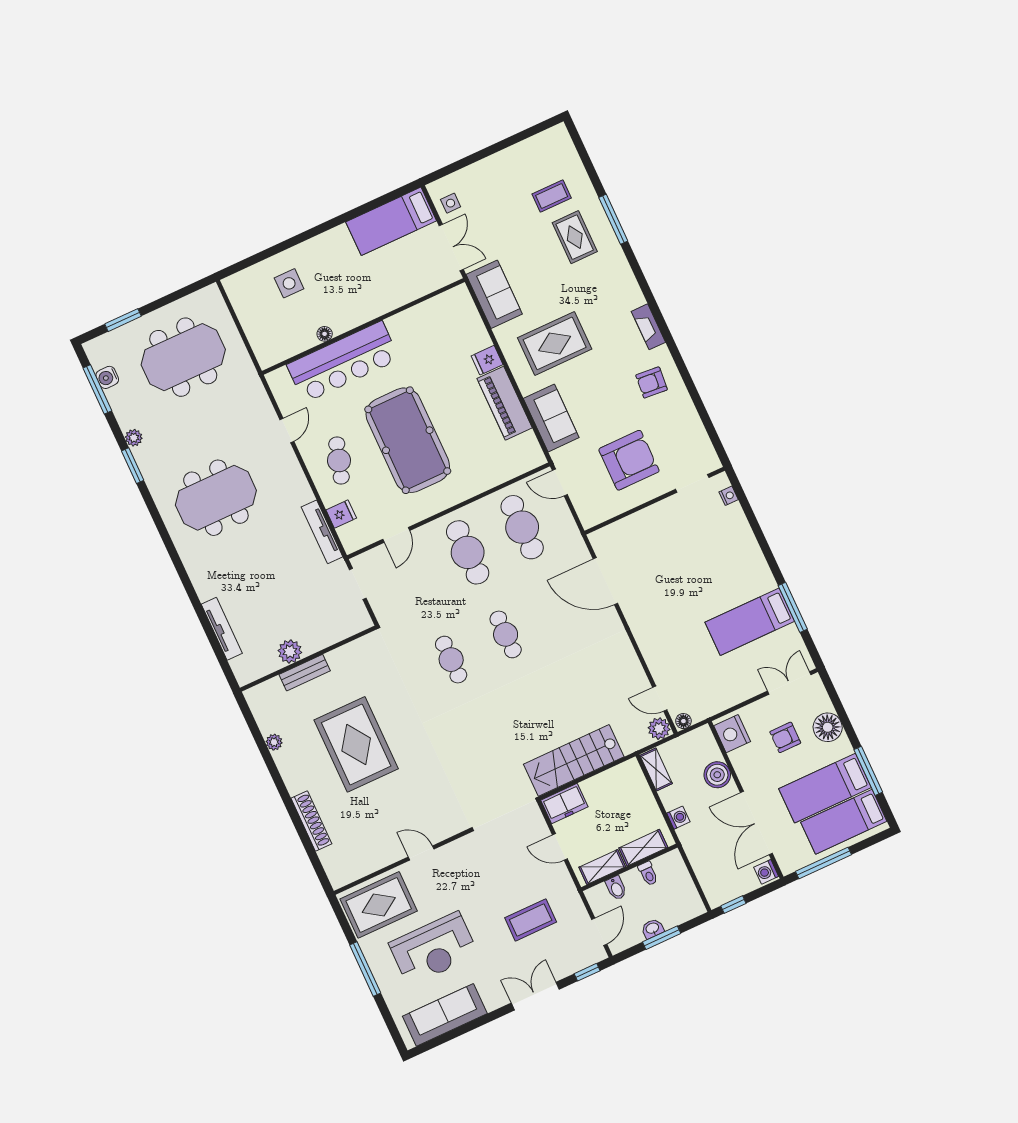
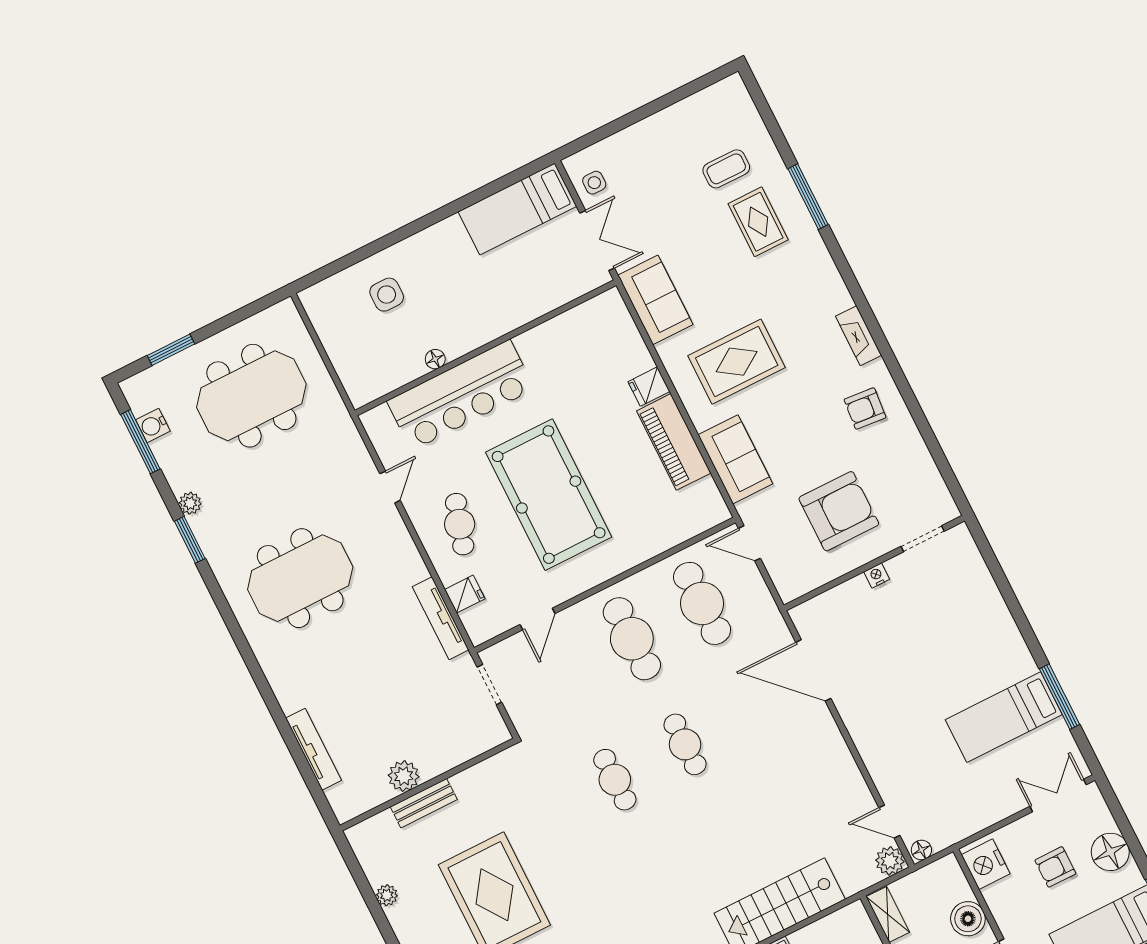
nightstand: (729, 496) -> (877, 575), moved, turned -90

